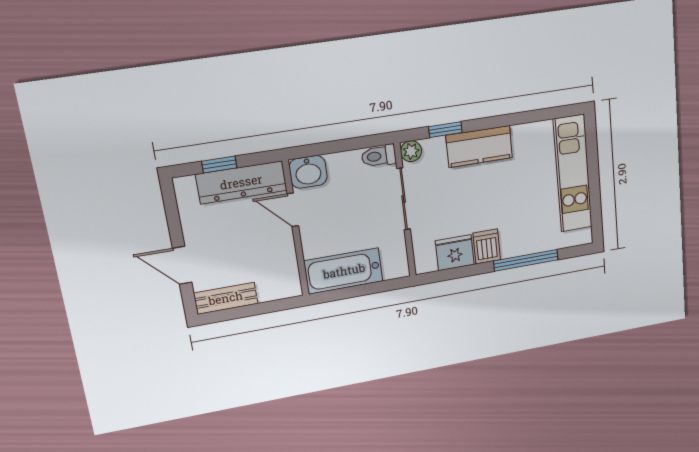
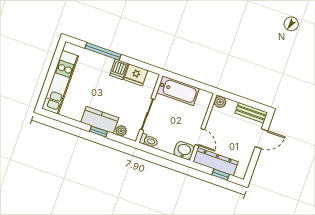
window: (445, 130) -> (98, 132), moved
plant: (411, 151) -> (121, 131), moved
door: (182, 265) -> (261, 139), hinge flipped
bathtub: (344, 271) -> (178, 91), moved
plant: (290, 287) -> (220, 102), added

